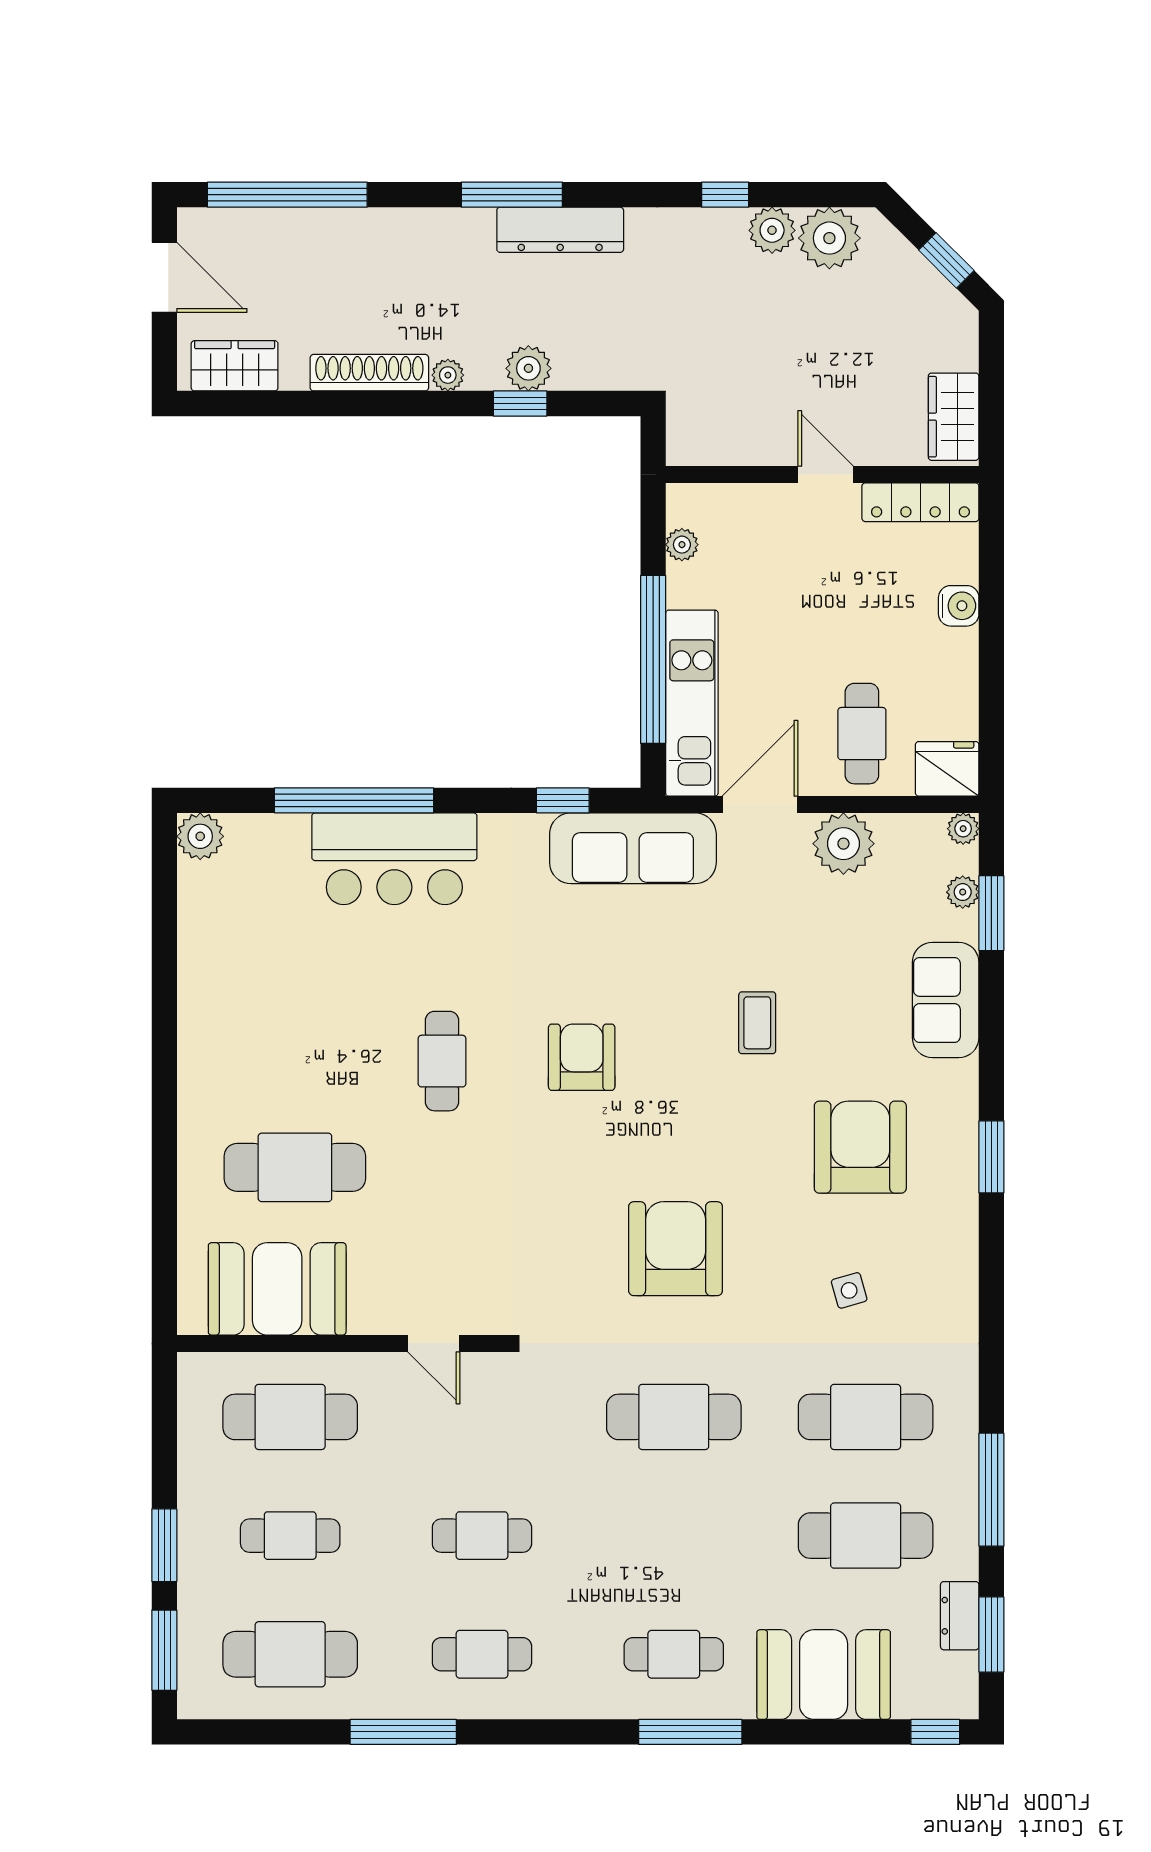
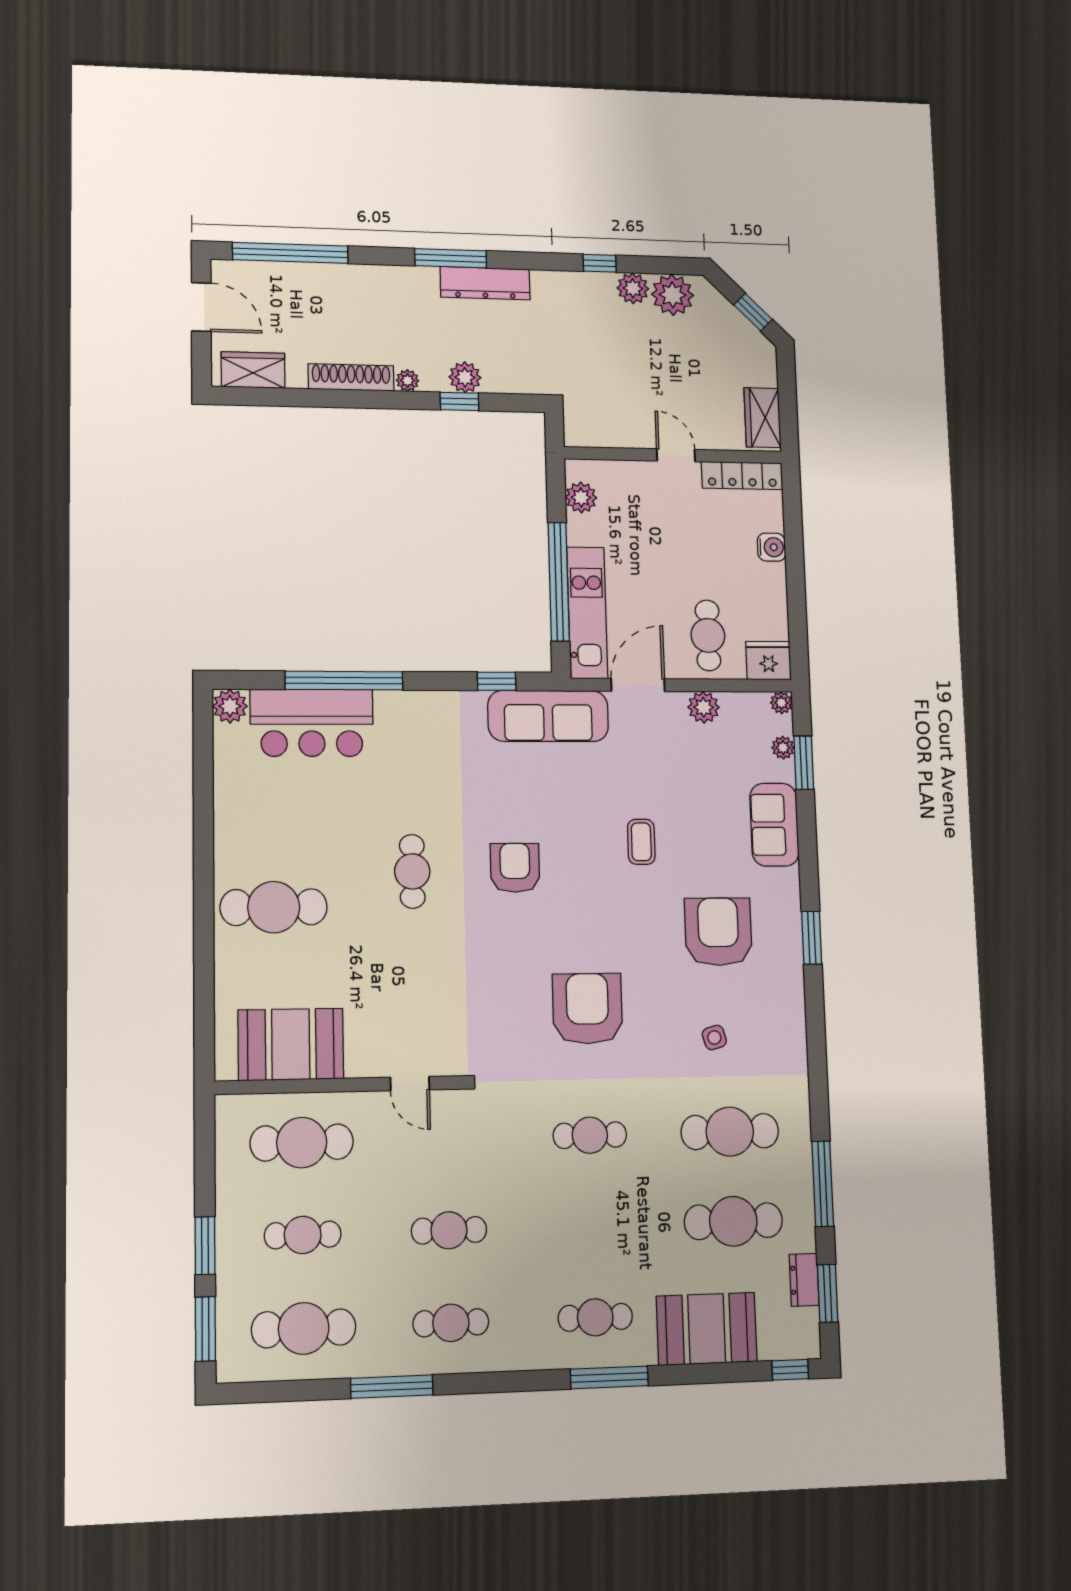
plant: (682, 545) -> (581, 498), width x1.38, depth x1.38
plant: (843, 844) -> (704, 707), width x0.73, depth x0.73
bar counter: (394, 859) -> (312, 723), moved
cafe table: (295, 1167) -> (274, 907), moved
cafe table: (674, 1417) -> (590, 1135), width x0.73, depth x0.74

